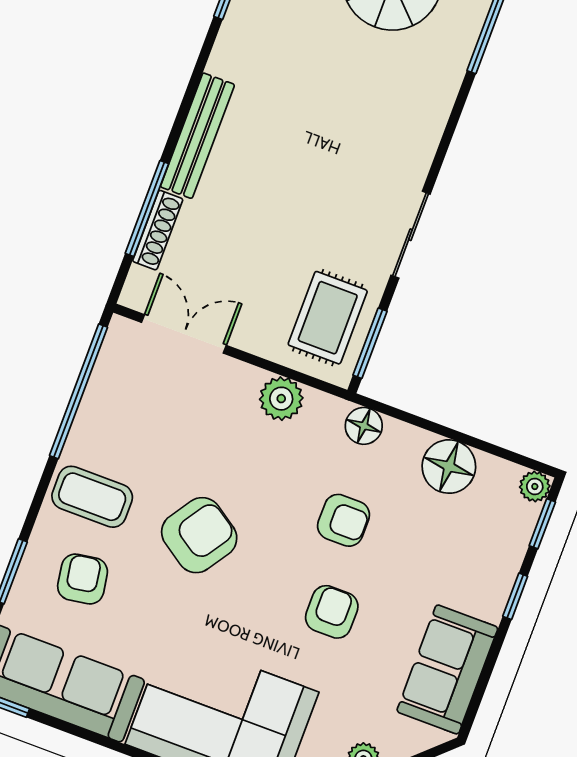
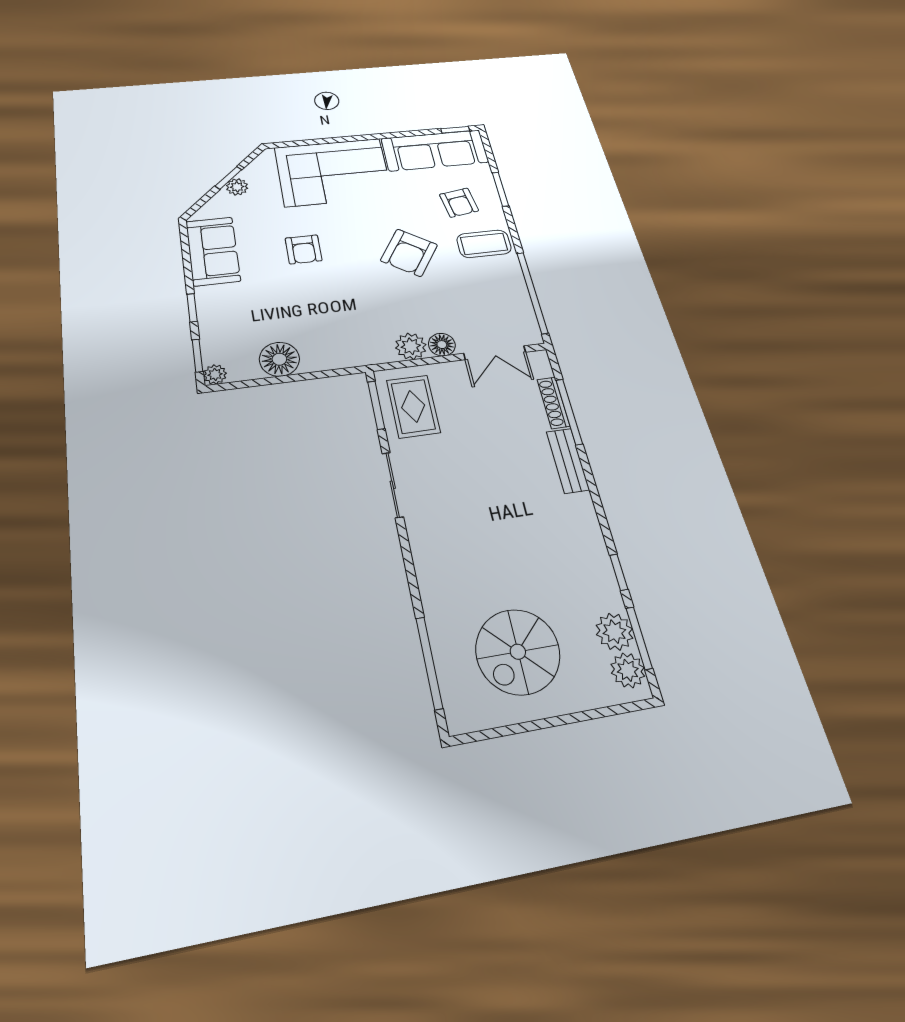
bench: (197, 136) -> (568, 461), width x0.73
floor lamp: (364, 426) -> (442, 345), moved
armchair: (344, 520) -> (328, 299), removed

